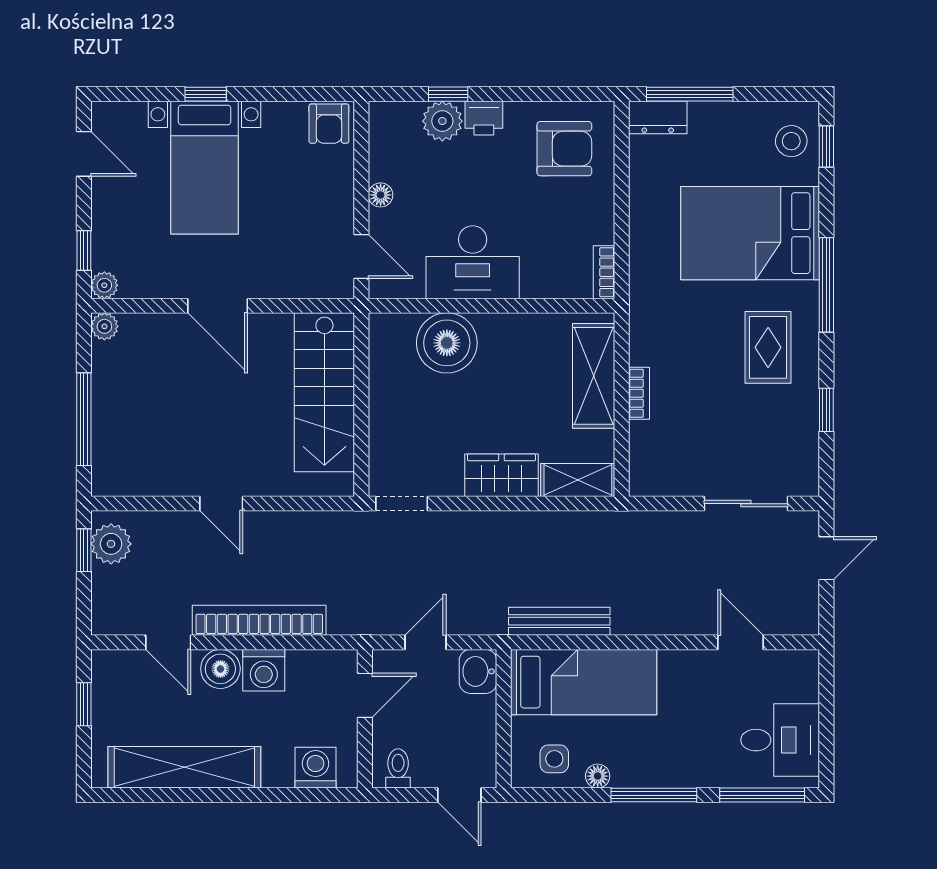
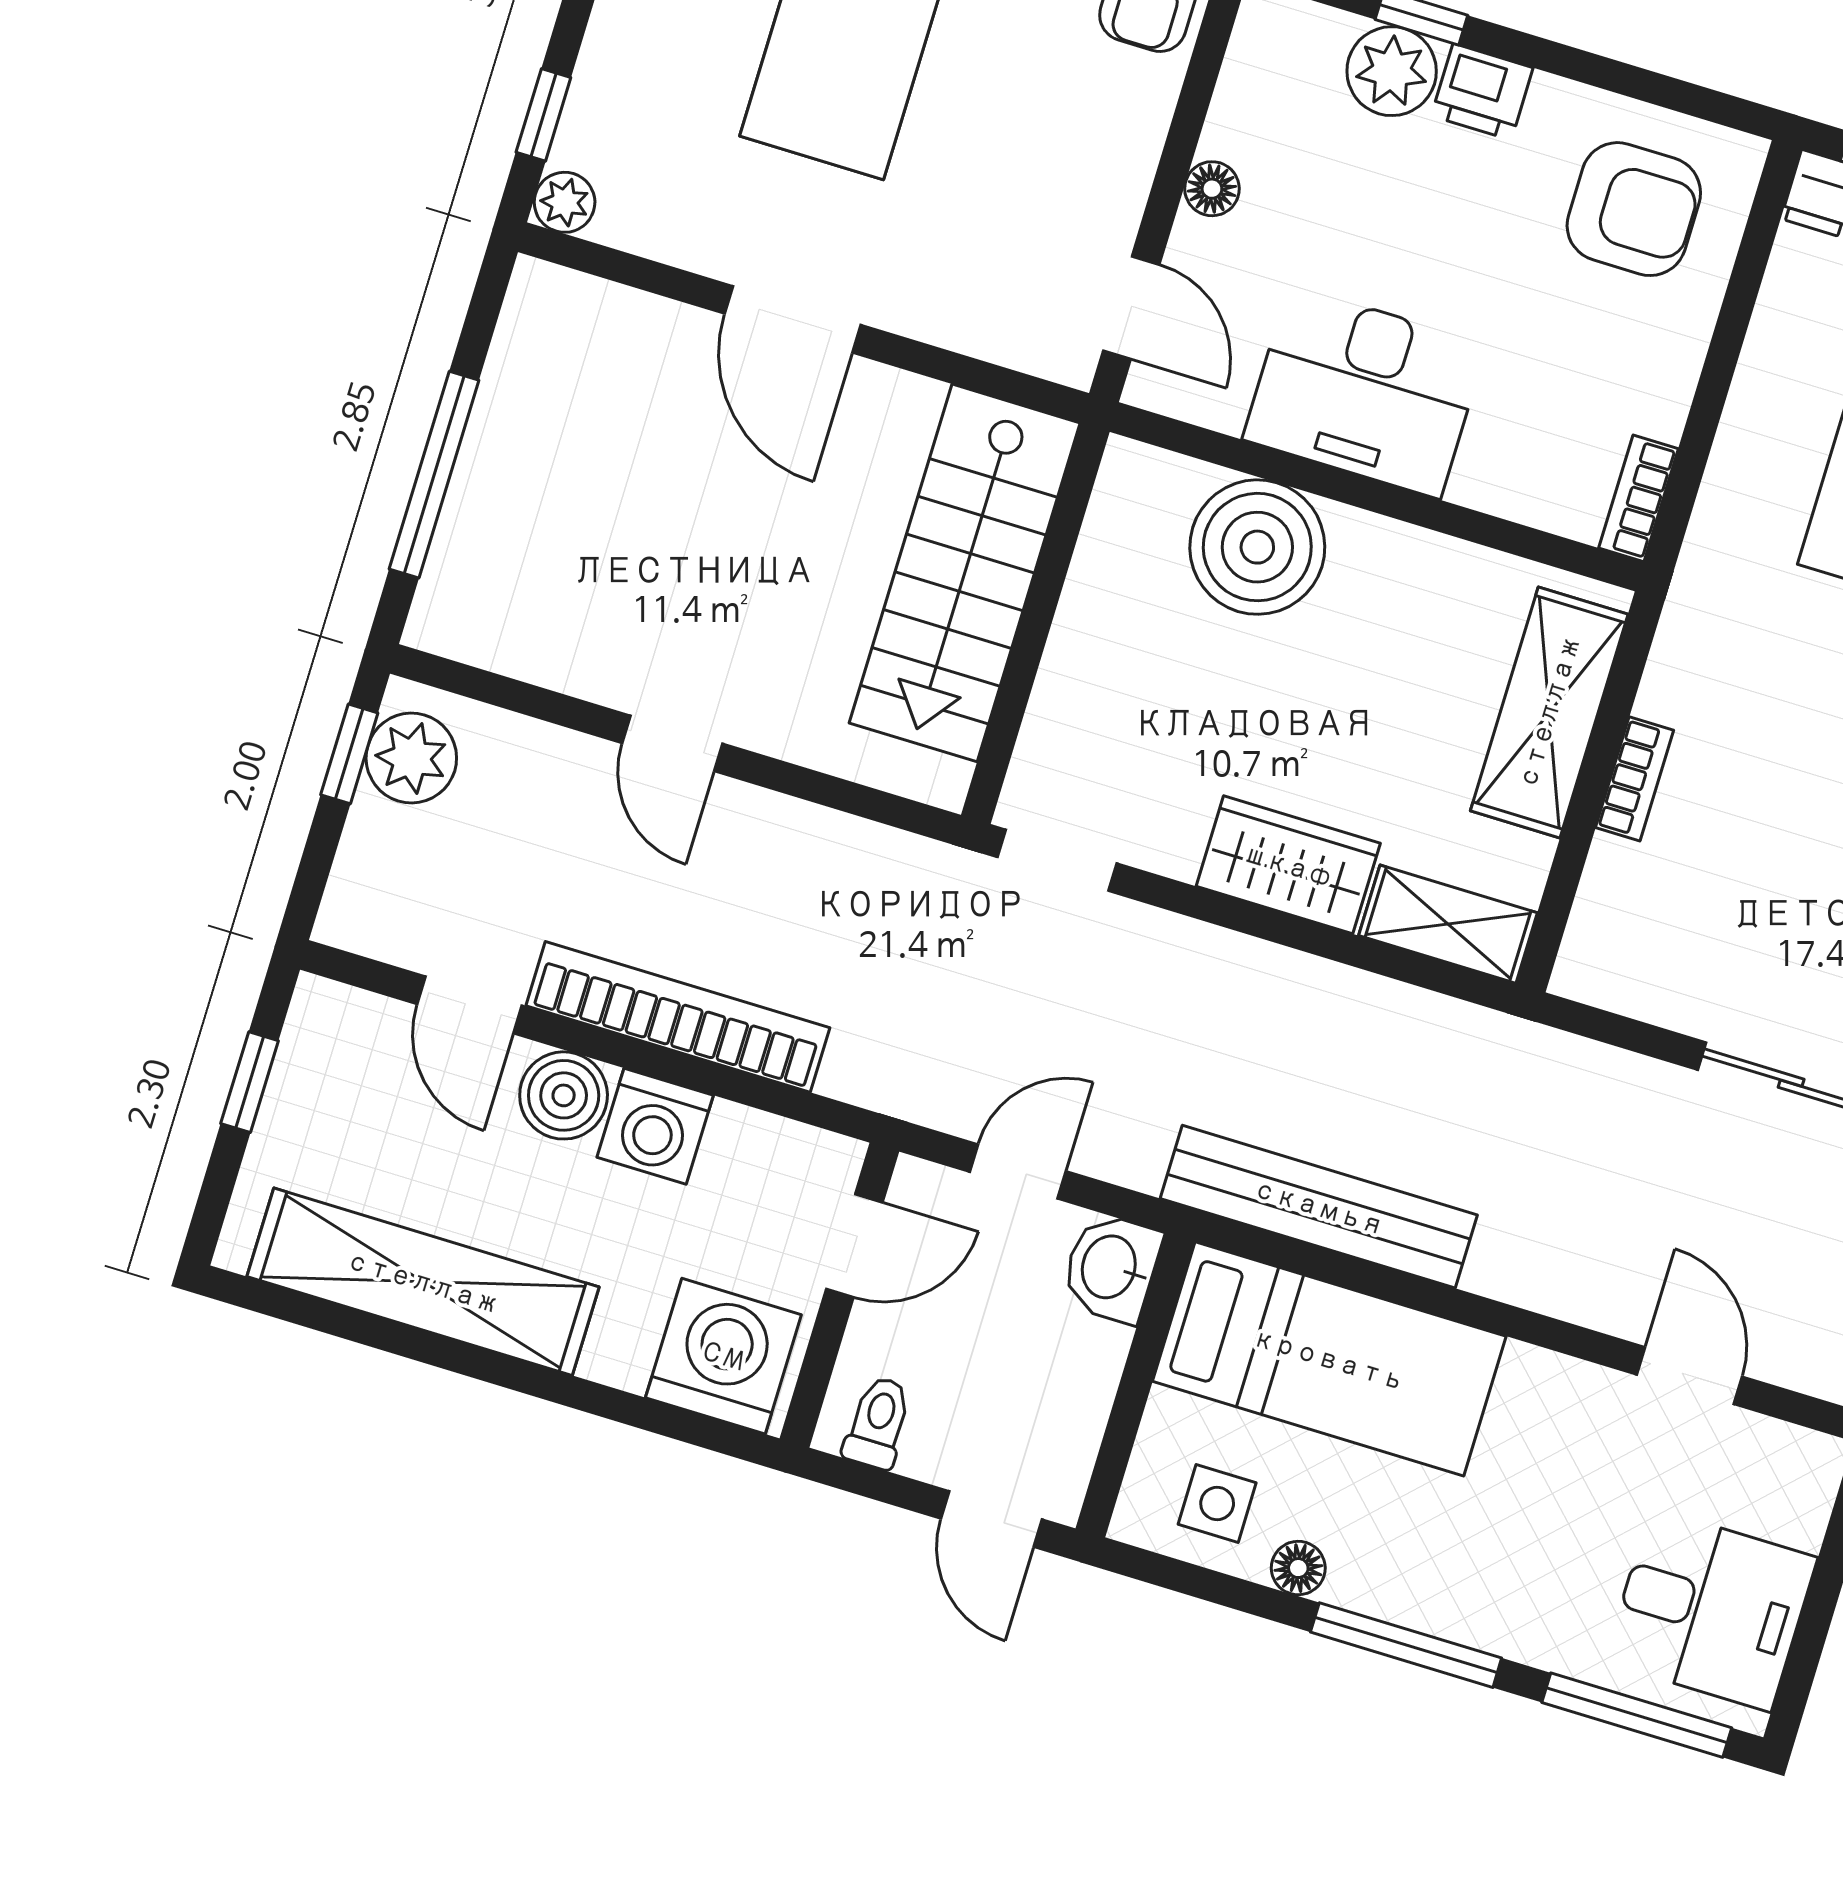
plant: (104, 326) -> (538, 290), removed
bench: (559, 621) -> (1319, 1207), width x1.37, depth x1.21
washing machine: (315, 768) -> (723, 1356), width x1.37, depth x1.37

